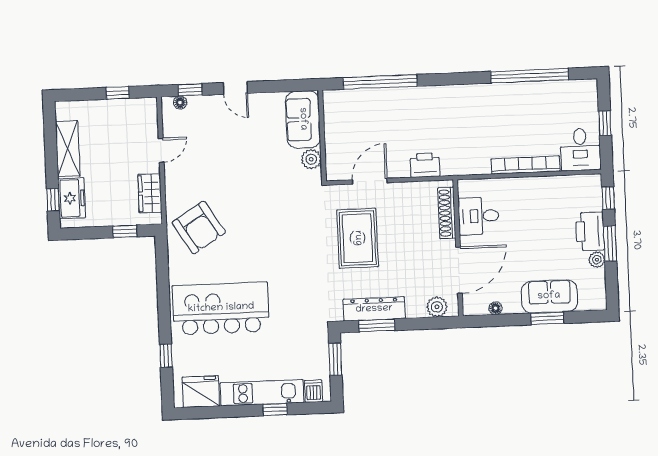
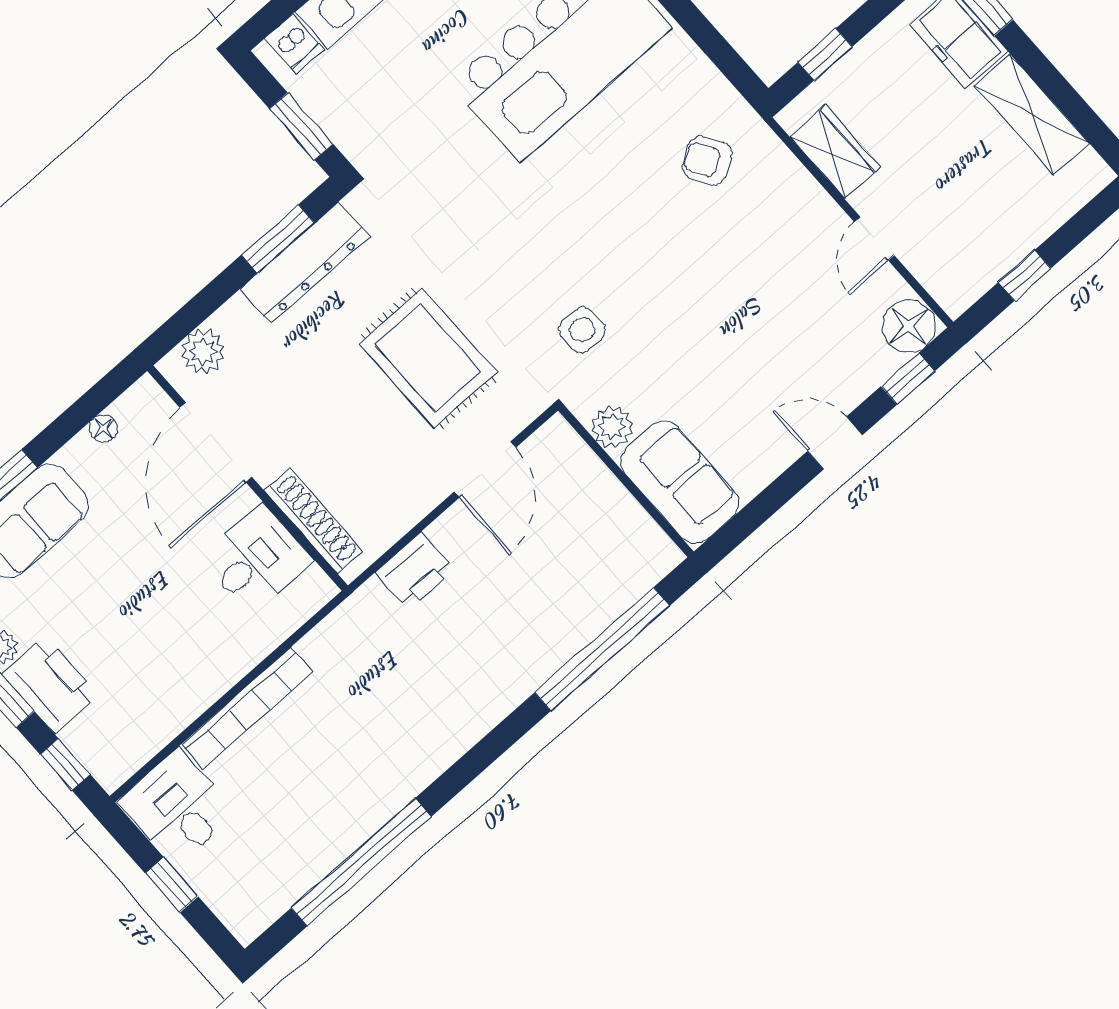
floor lamp: (180, 103) -> (909, 326), width x1.89, depth x1.89
side table: (294, 203) -> (582, 330), added
armchair: (199, 227) -> (707, 161), width x0.53, depth x0.53

